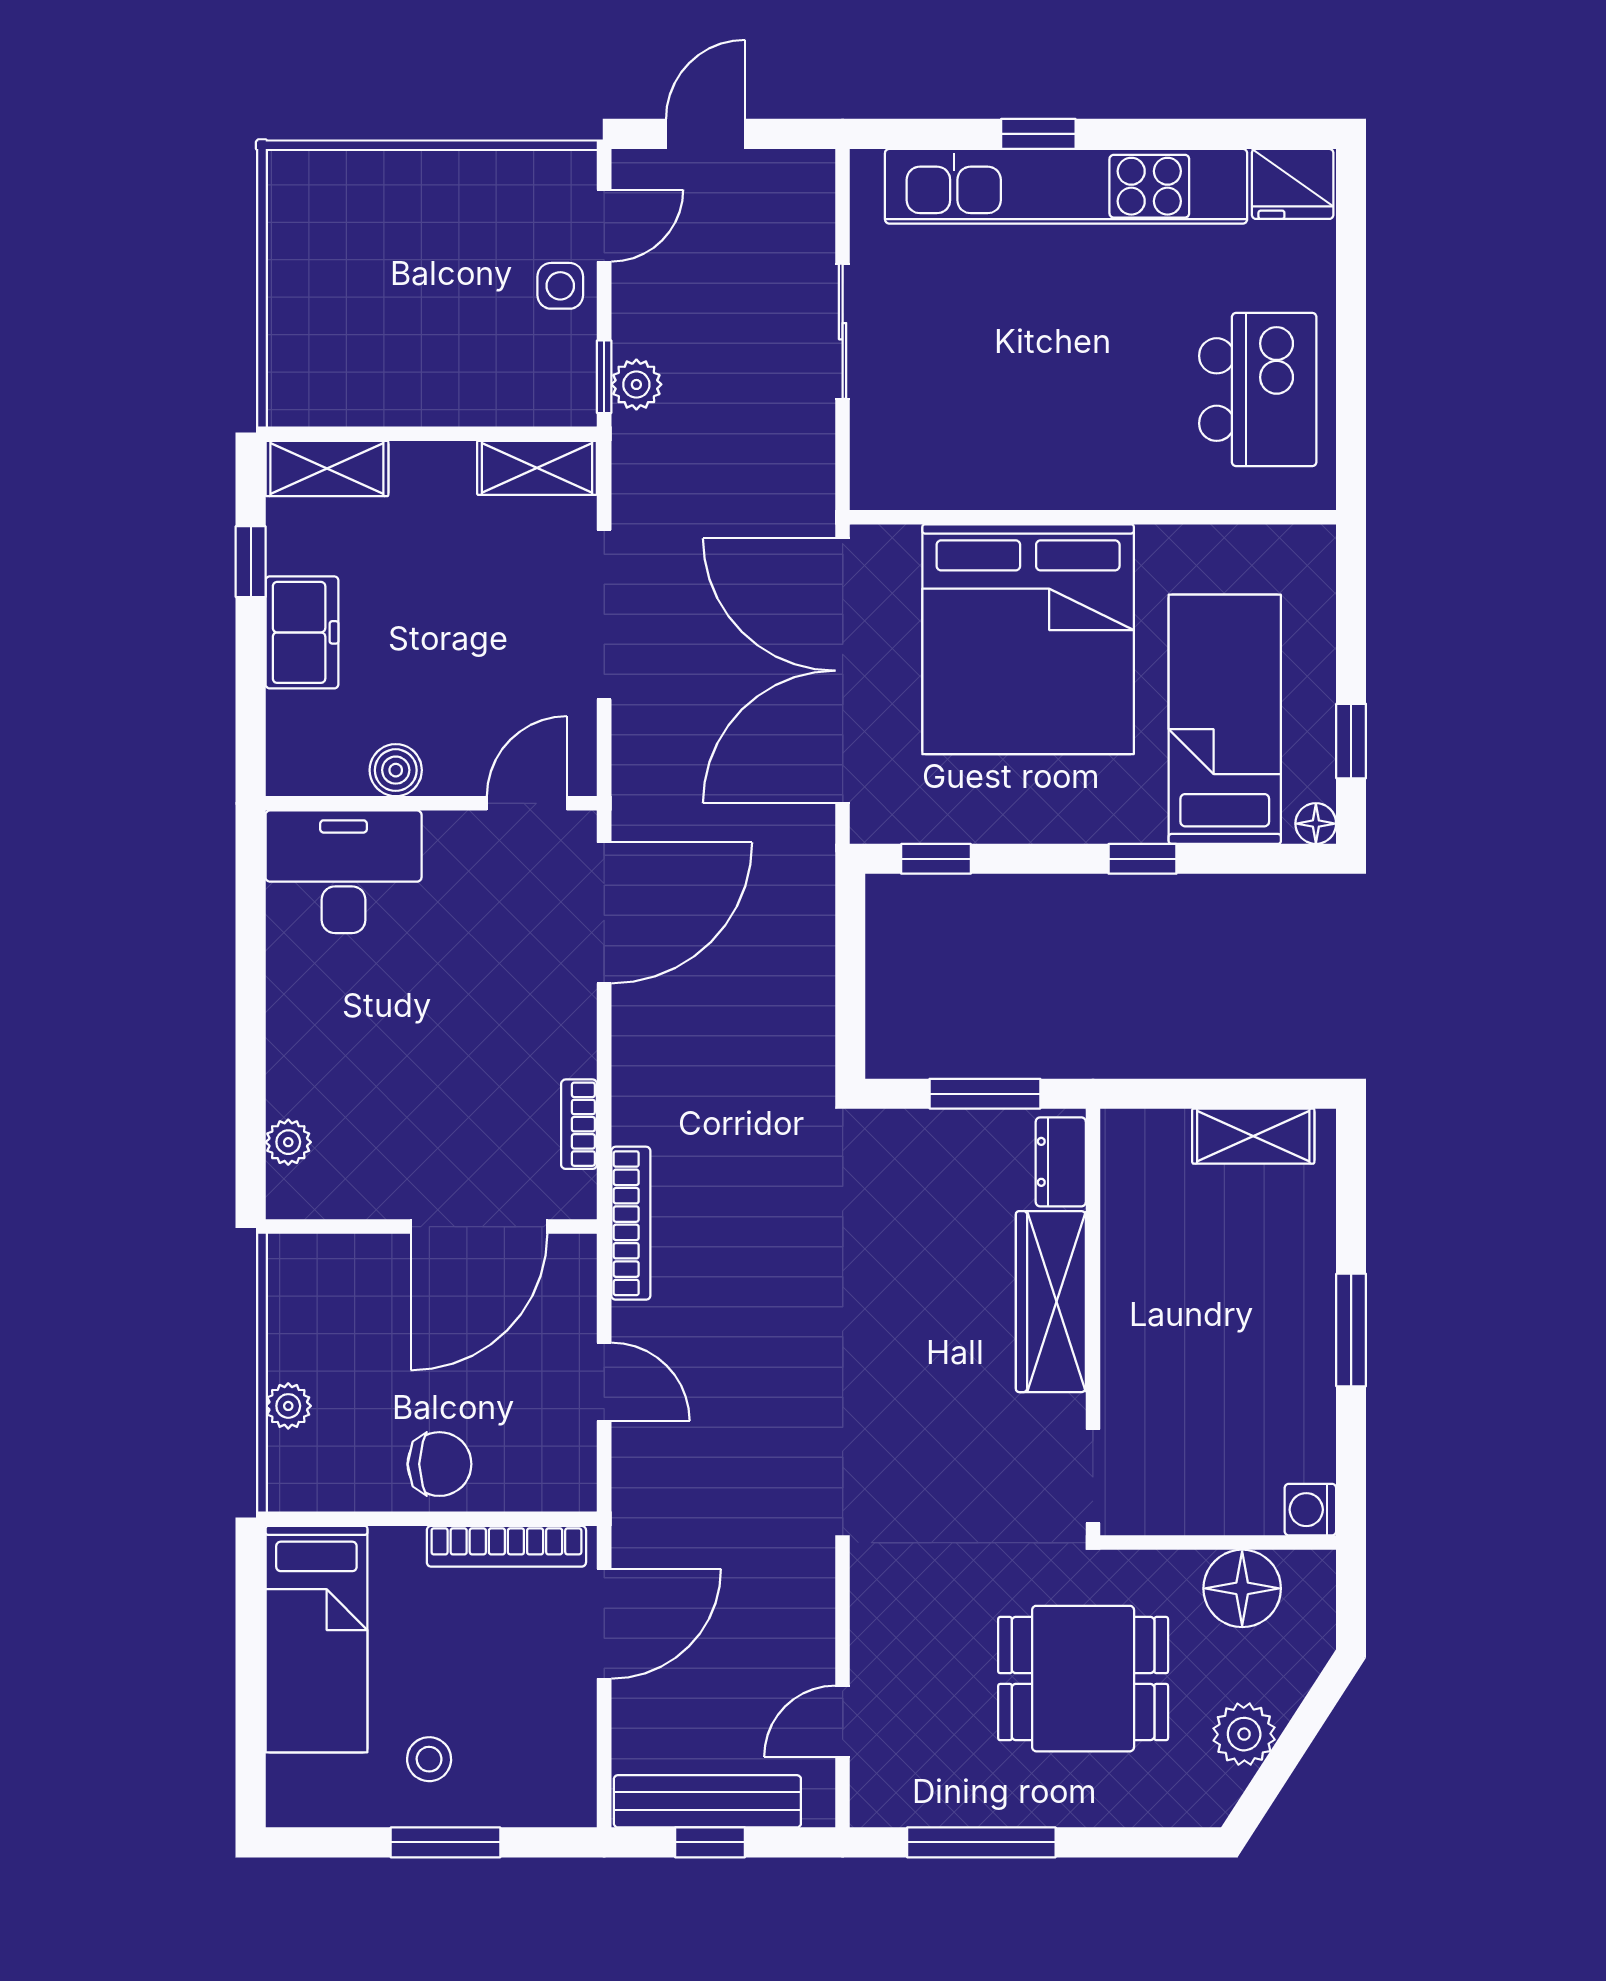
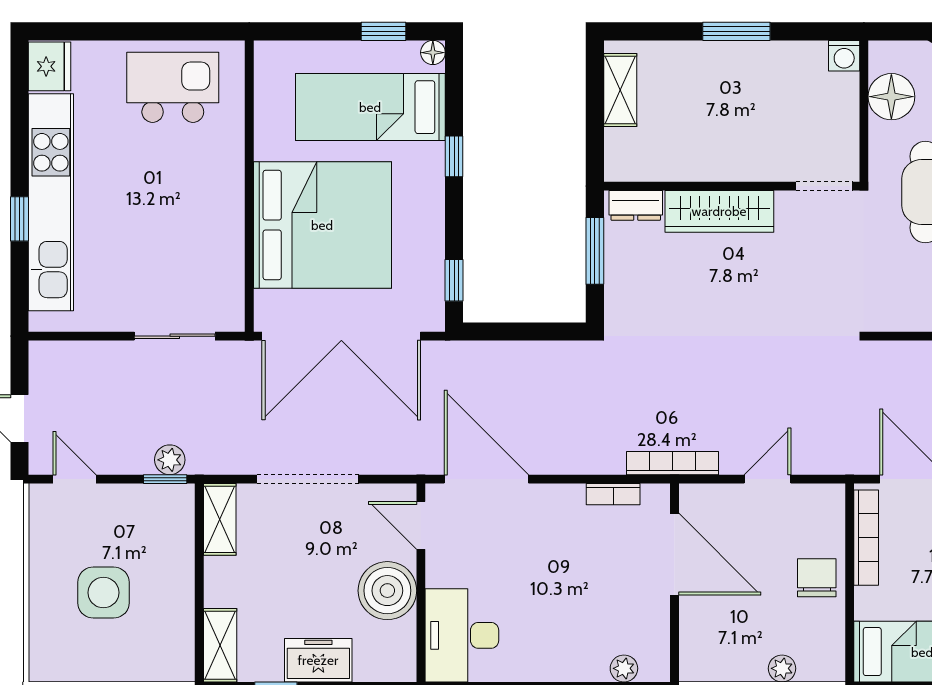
side table: (560, 286) -> (103, 593), moved, width x1.87, depth x1.87
sliding door: (843, 331) -> (175, 336), moved
boiler: (396, 770) -> (387, 591), width x1.86, depth x1.86

